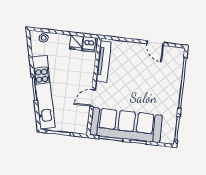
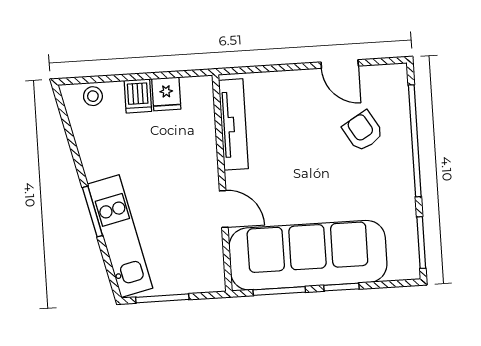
dishwasher: (89, 44) -> (138, 96), moved
armchair: (160, 75) -> (363, 131), added
kitchen unit: (44, 92) -> (120, 236), width x0.73
door: (93, 98) -> (224, 209), swing flipped

